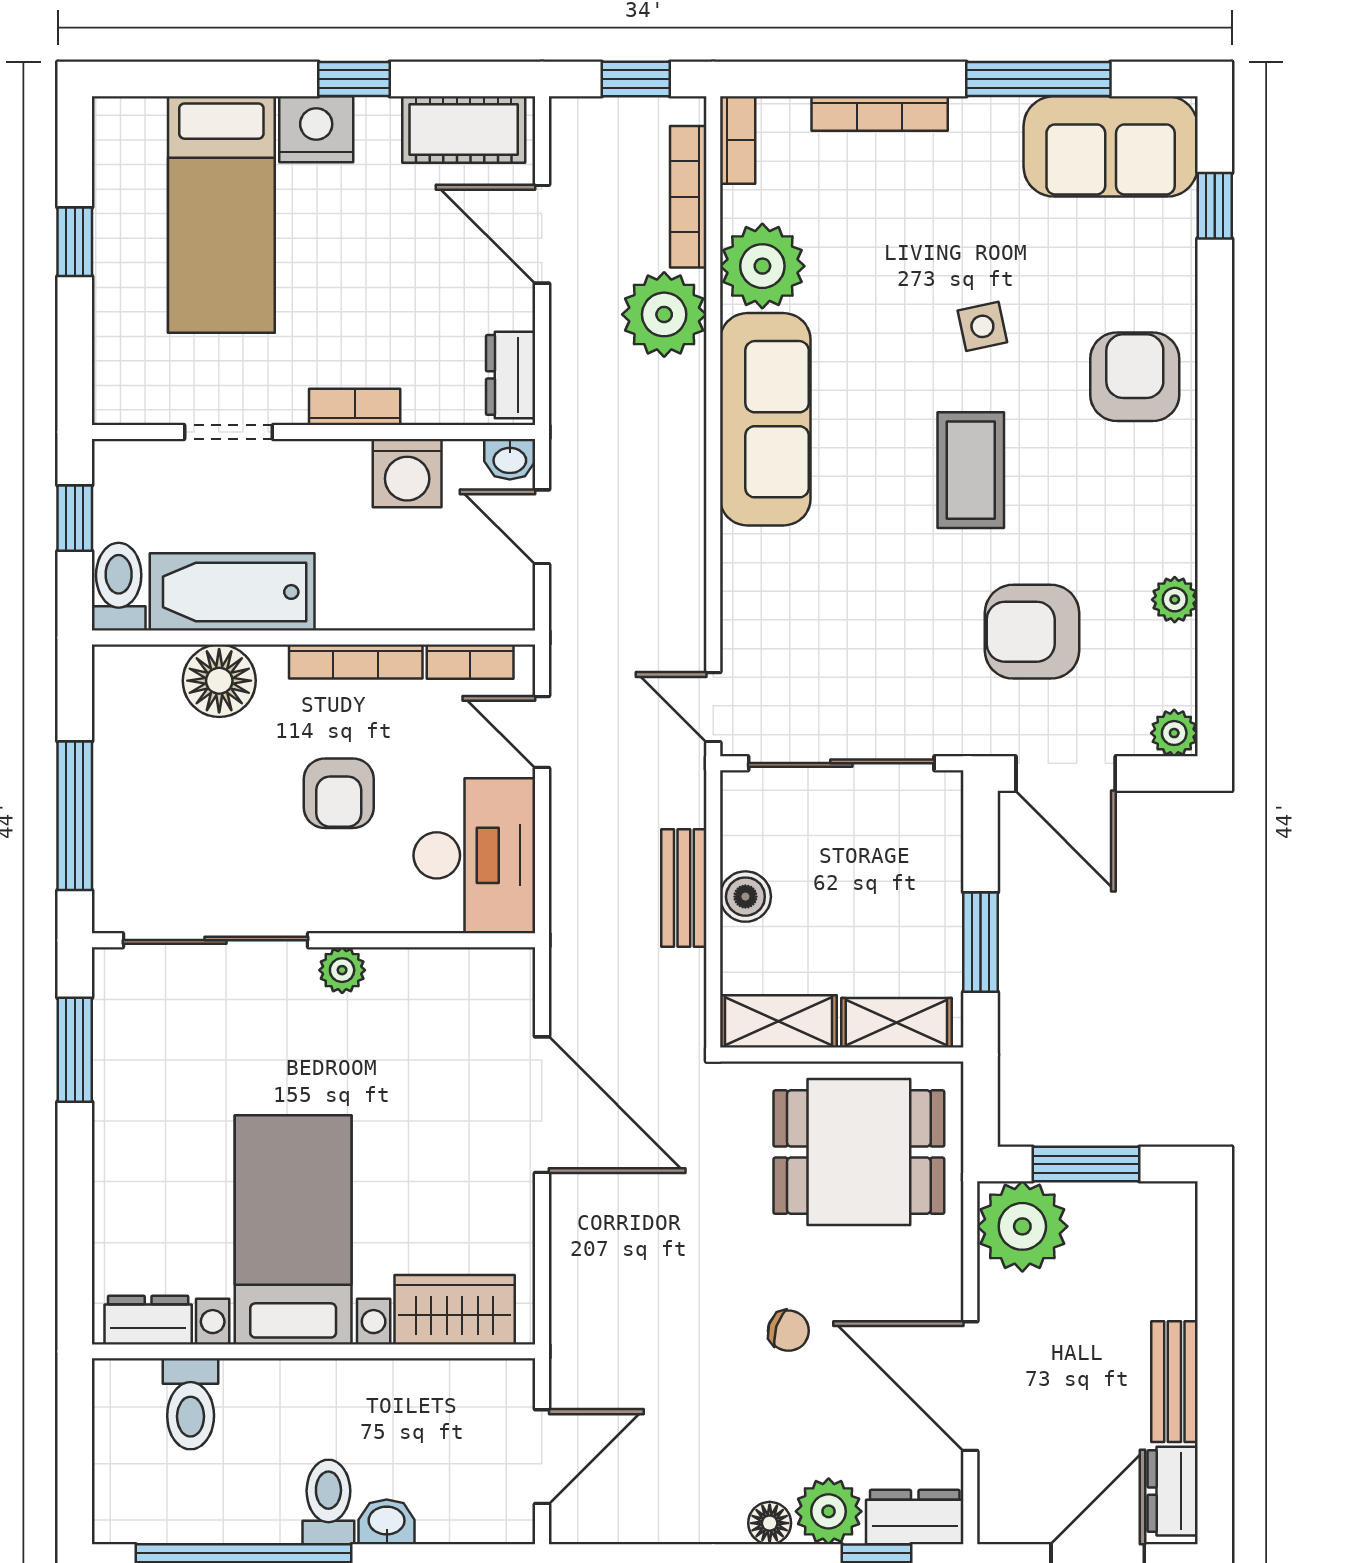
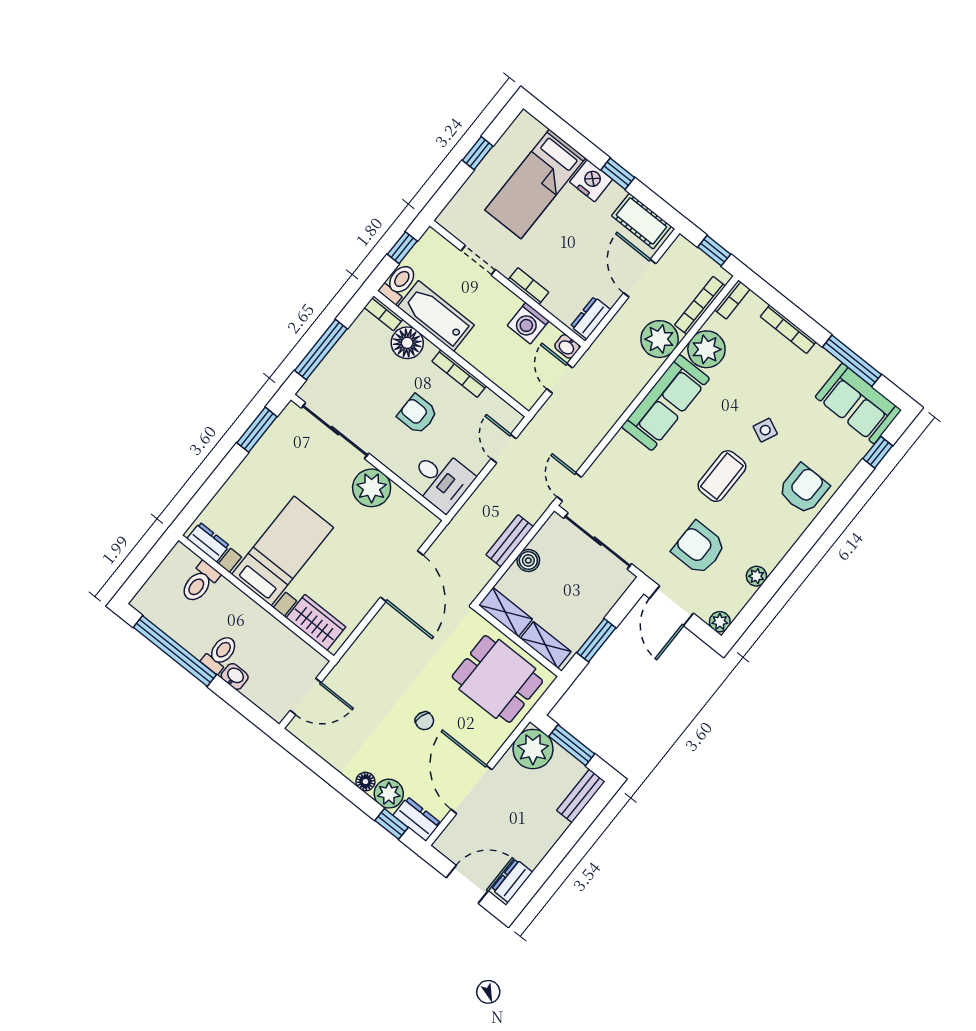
side table: (982, 326) -> (765, 430), turned 37
bookcase: (470, 662) -> (384, 313), moved
armchair: (339, 793) -> (417, 414), turned 90
desk: (474, 855) -> (441, 479), width x0.73
plant: (342, 970) -> (372, 488), width x1.88, depth x1.88
bench: (1174, 1382) -> (581, 796), moved

